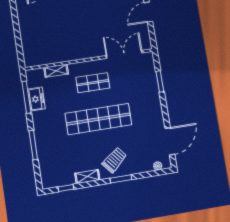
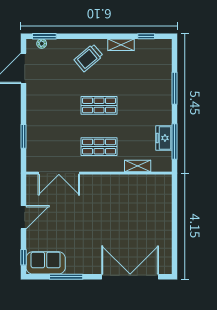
shop shelf: (98, 119) -> (99, 105), width x0.50, depth x0.74
window: (121, 179) -> (44, 36), moved

